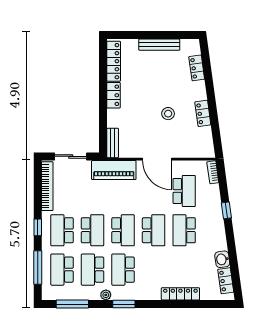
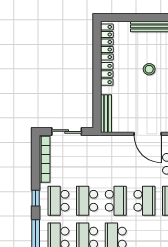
stool: (168, 114) -> (149, 69), moved
bench: (113, 143) -> (106, 114), width x1.36
piano: (114, 170) -> (107, 144), removed
school desk: (93, 230) -> (87, 201), turned 180

